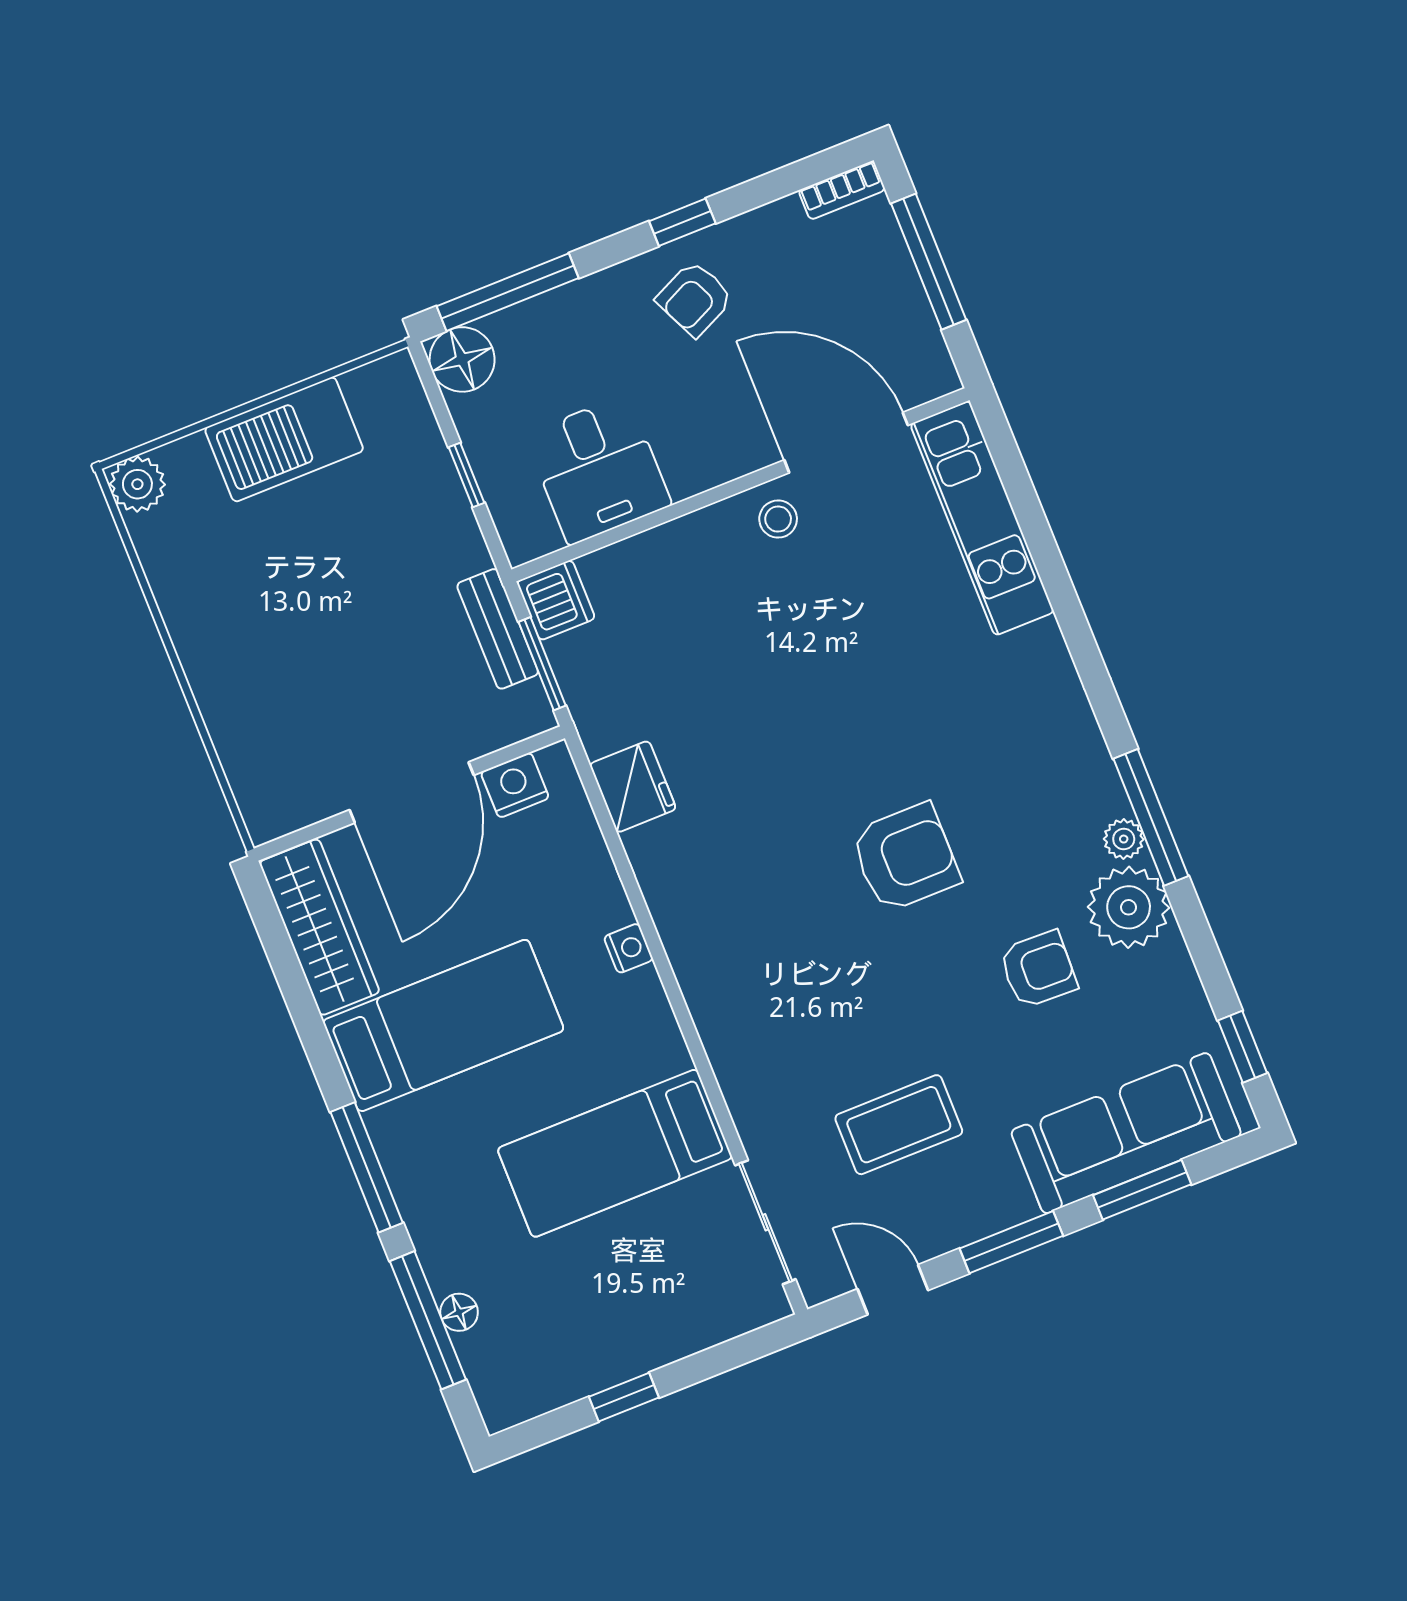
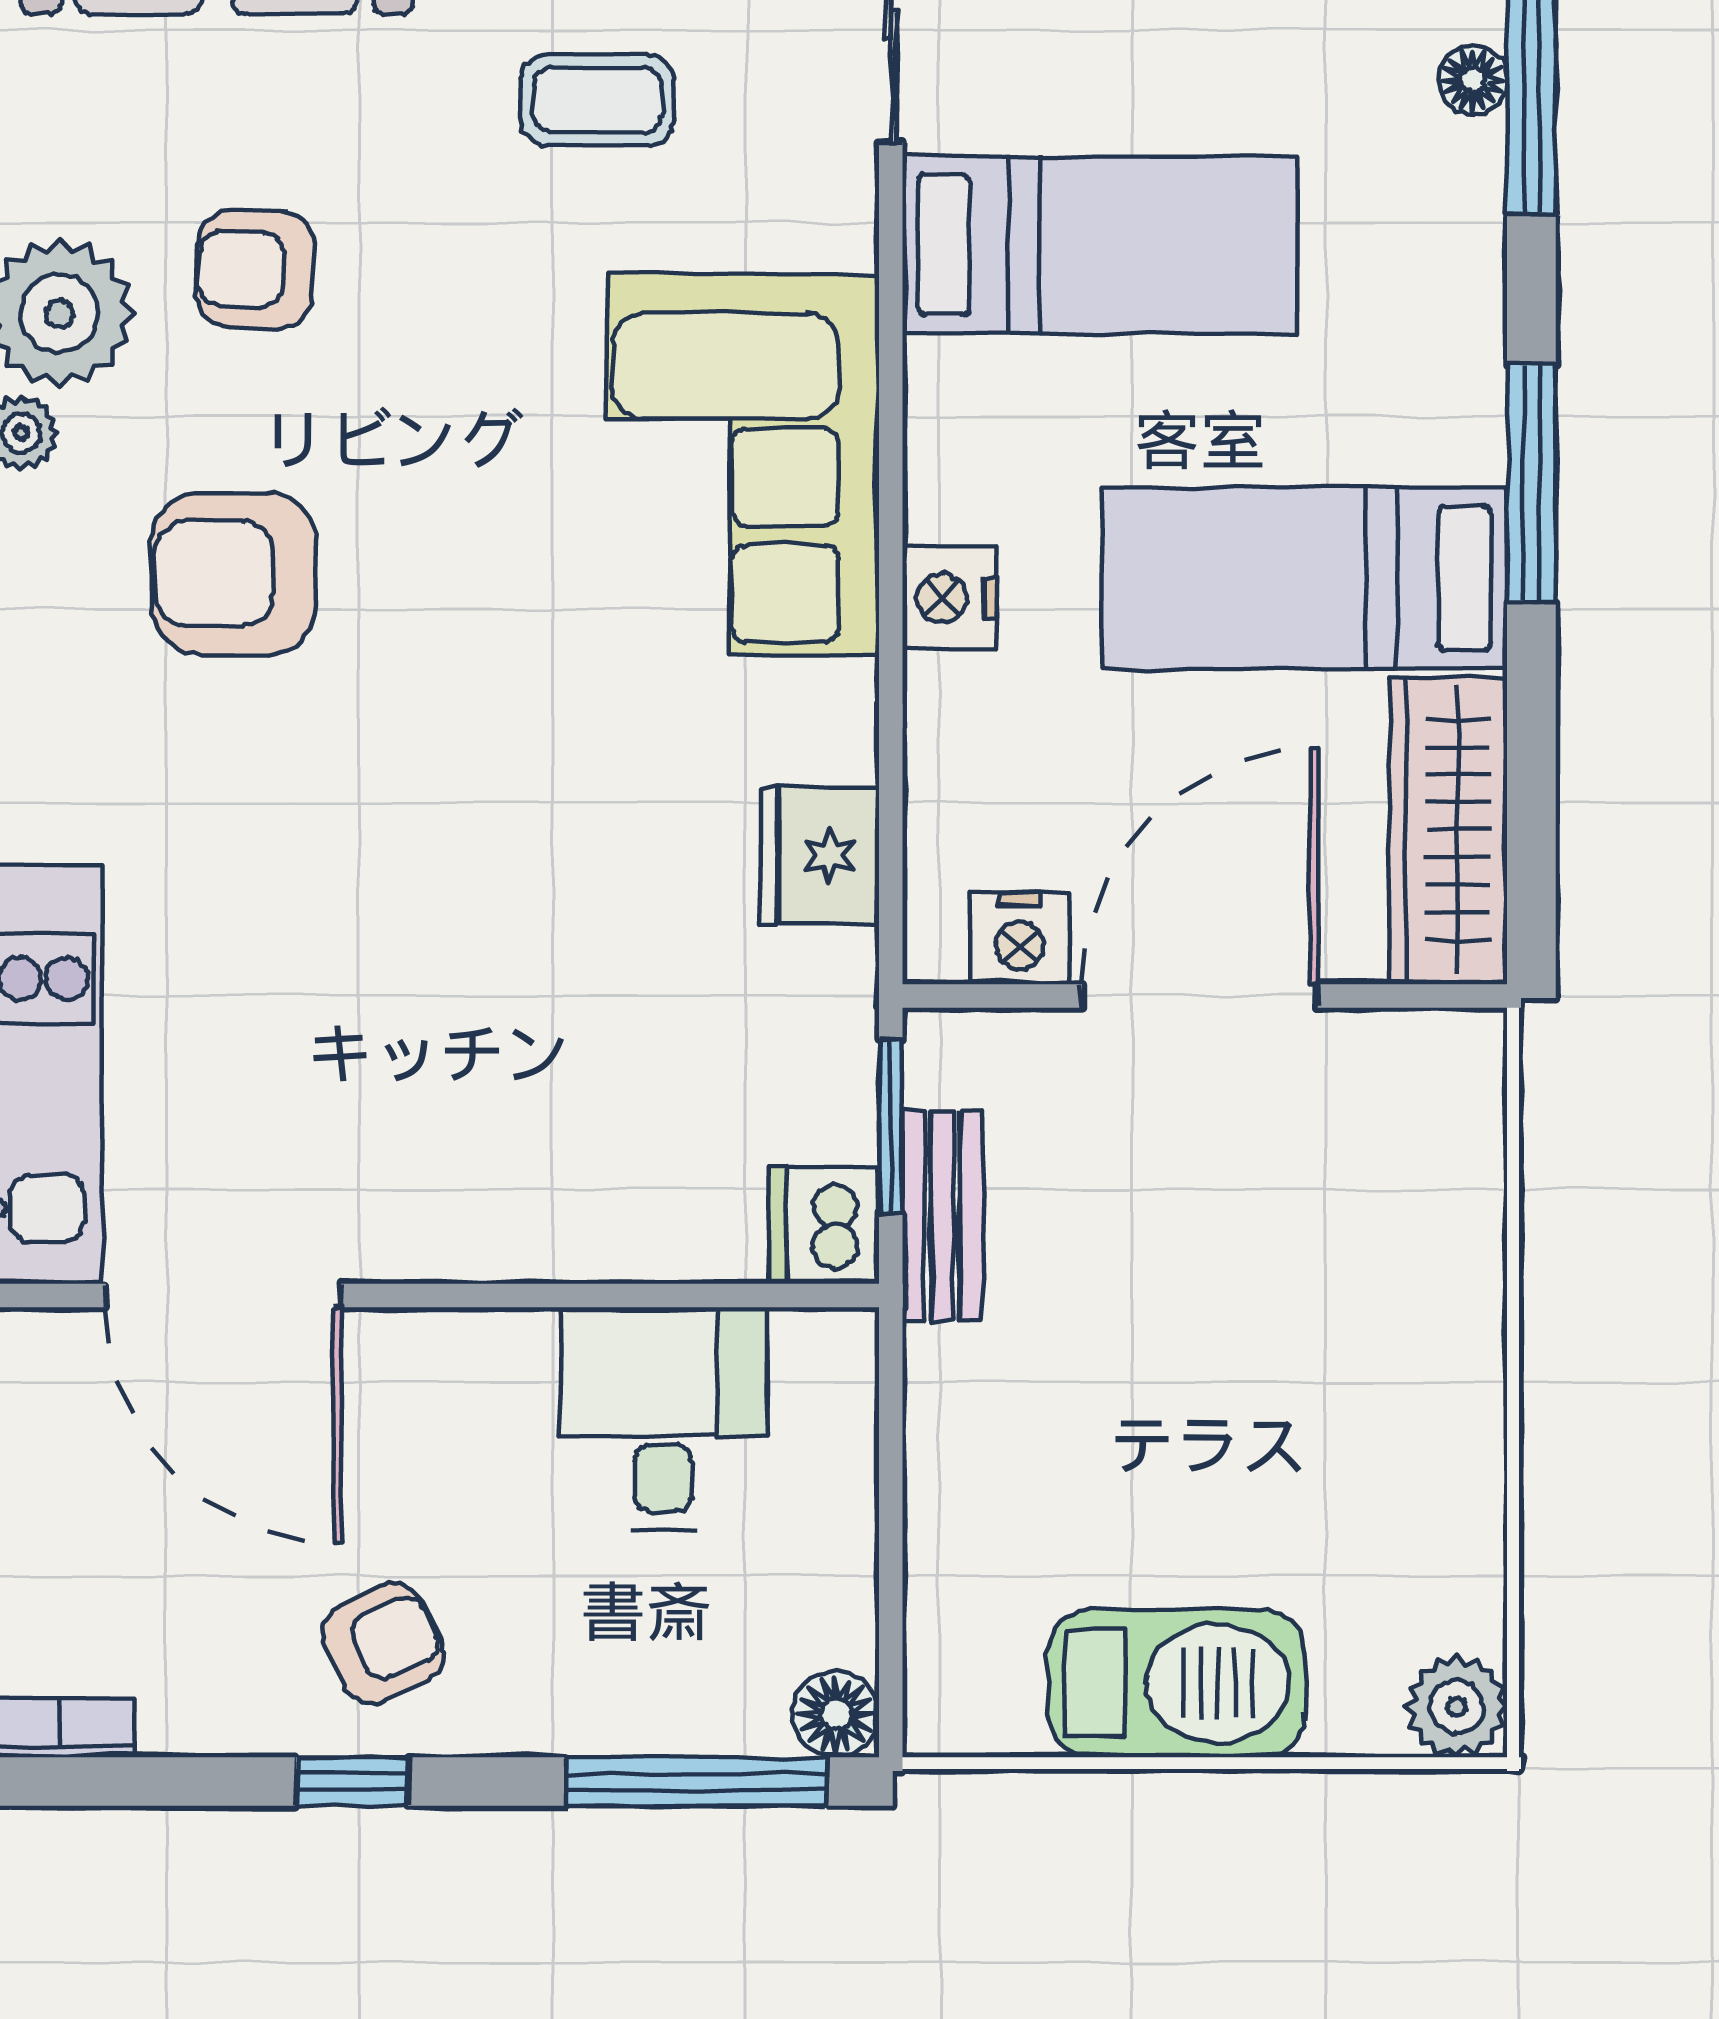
floor lamp: (462, 359) -> (836, 1714), width x0.73, depth x0.73
window: (467, 475) -> (891, 1499), removed
stool: (778, 519) -> (391, 1212), removed
armchair: (905, 858) -> (234, 574), moved
nightstand: (628, 948) -> (950, 598), width x1.39, depth x1.35
corner sofa: (751, 969) -> (743, 465), added
coffee table: (899, 1125) -> (598, 100), width x0.73, depth x0.77
window: (367, 1167) -> (1531, 484), moved

